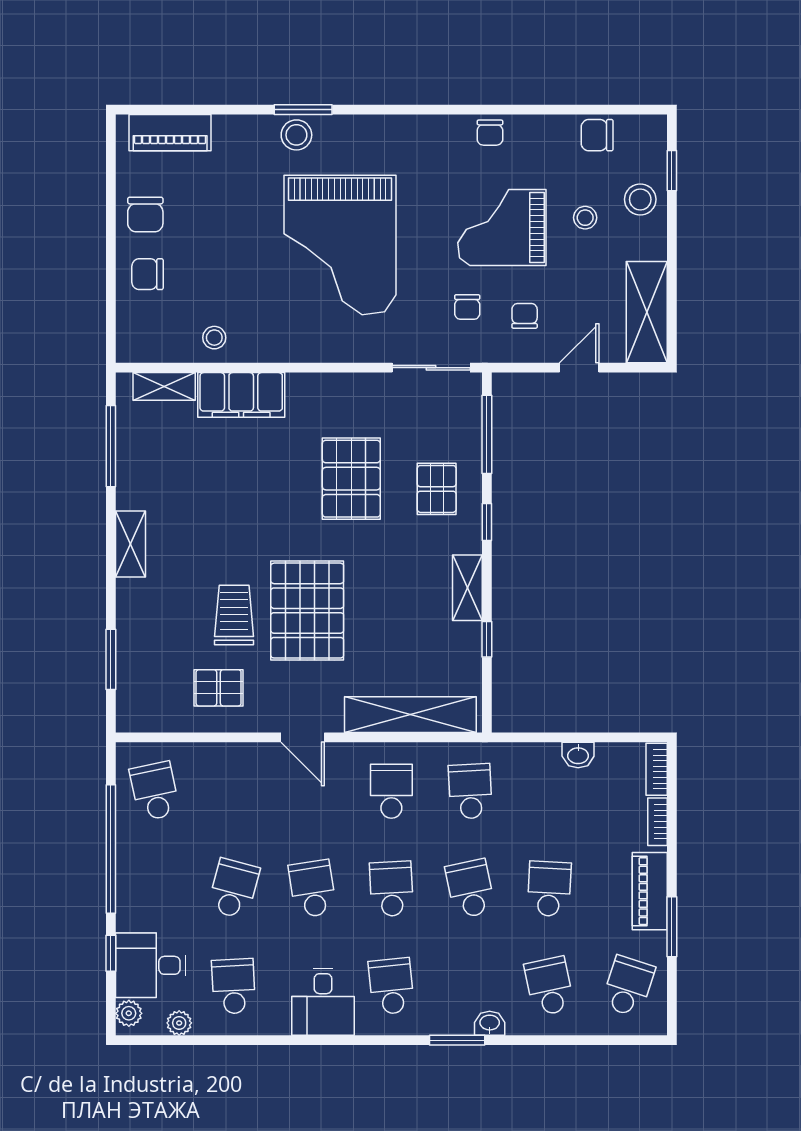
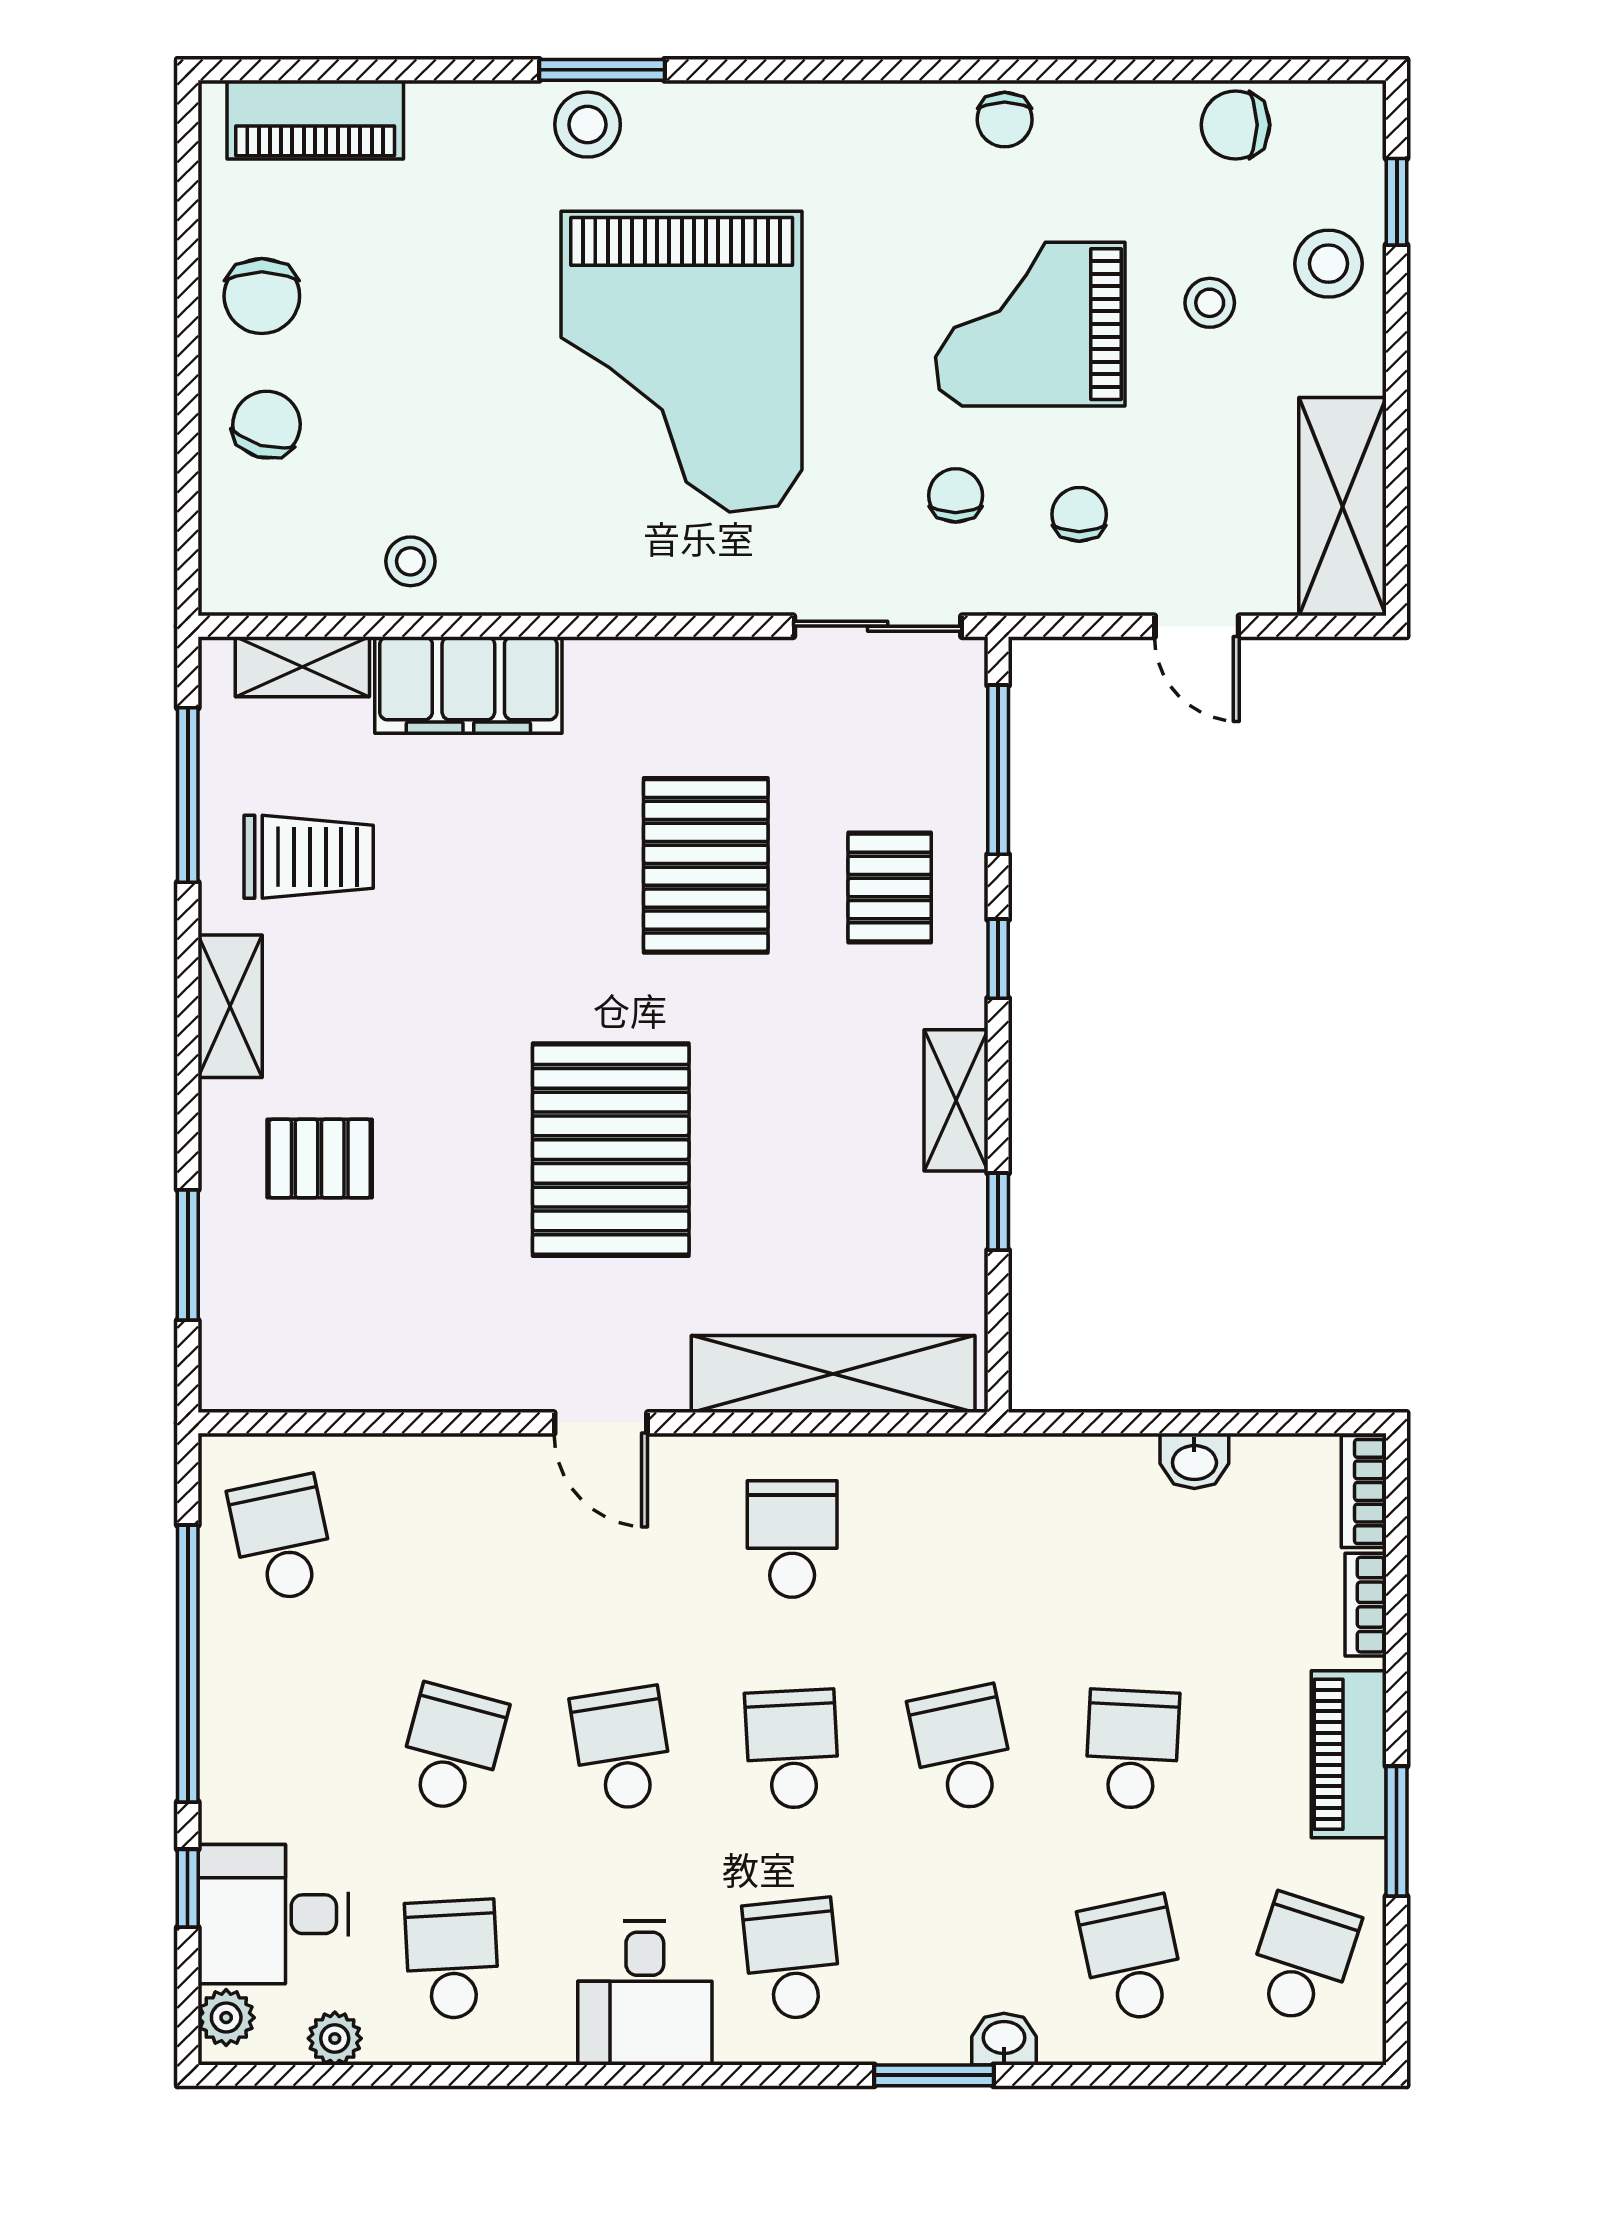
chair: (147, 274) -> (267, 425), turned 106
chair: (467, 307) -> (956, 495), turned 180
door: (579, 368) -> (1197, 626), swing flipped
trolley: (234, 615) -> (309, 857), moved, turned 90
pallet: (219, 688) -> (320, 1159), moved
school desk: (470, 791) -> (962, 1539), removed

